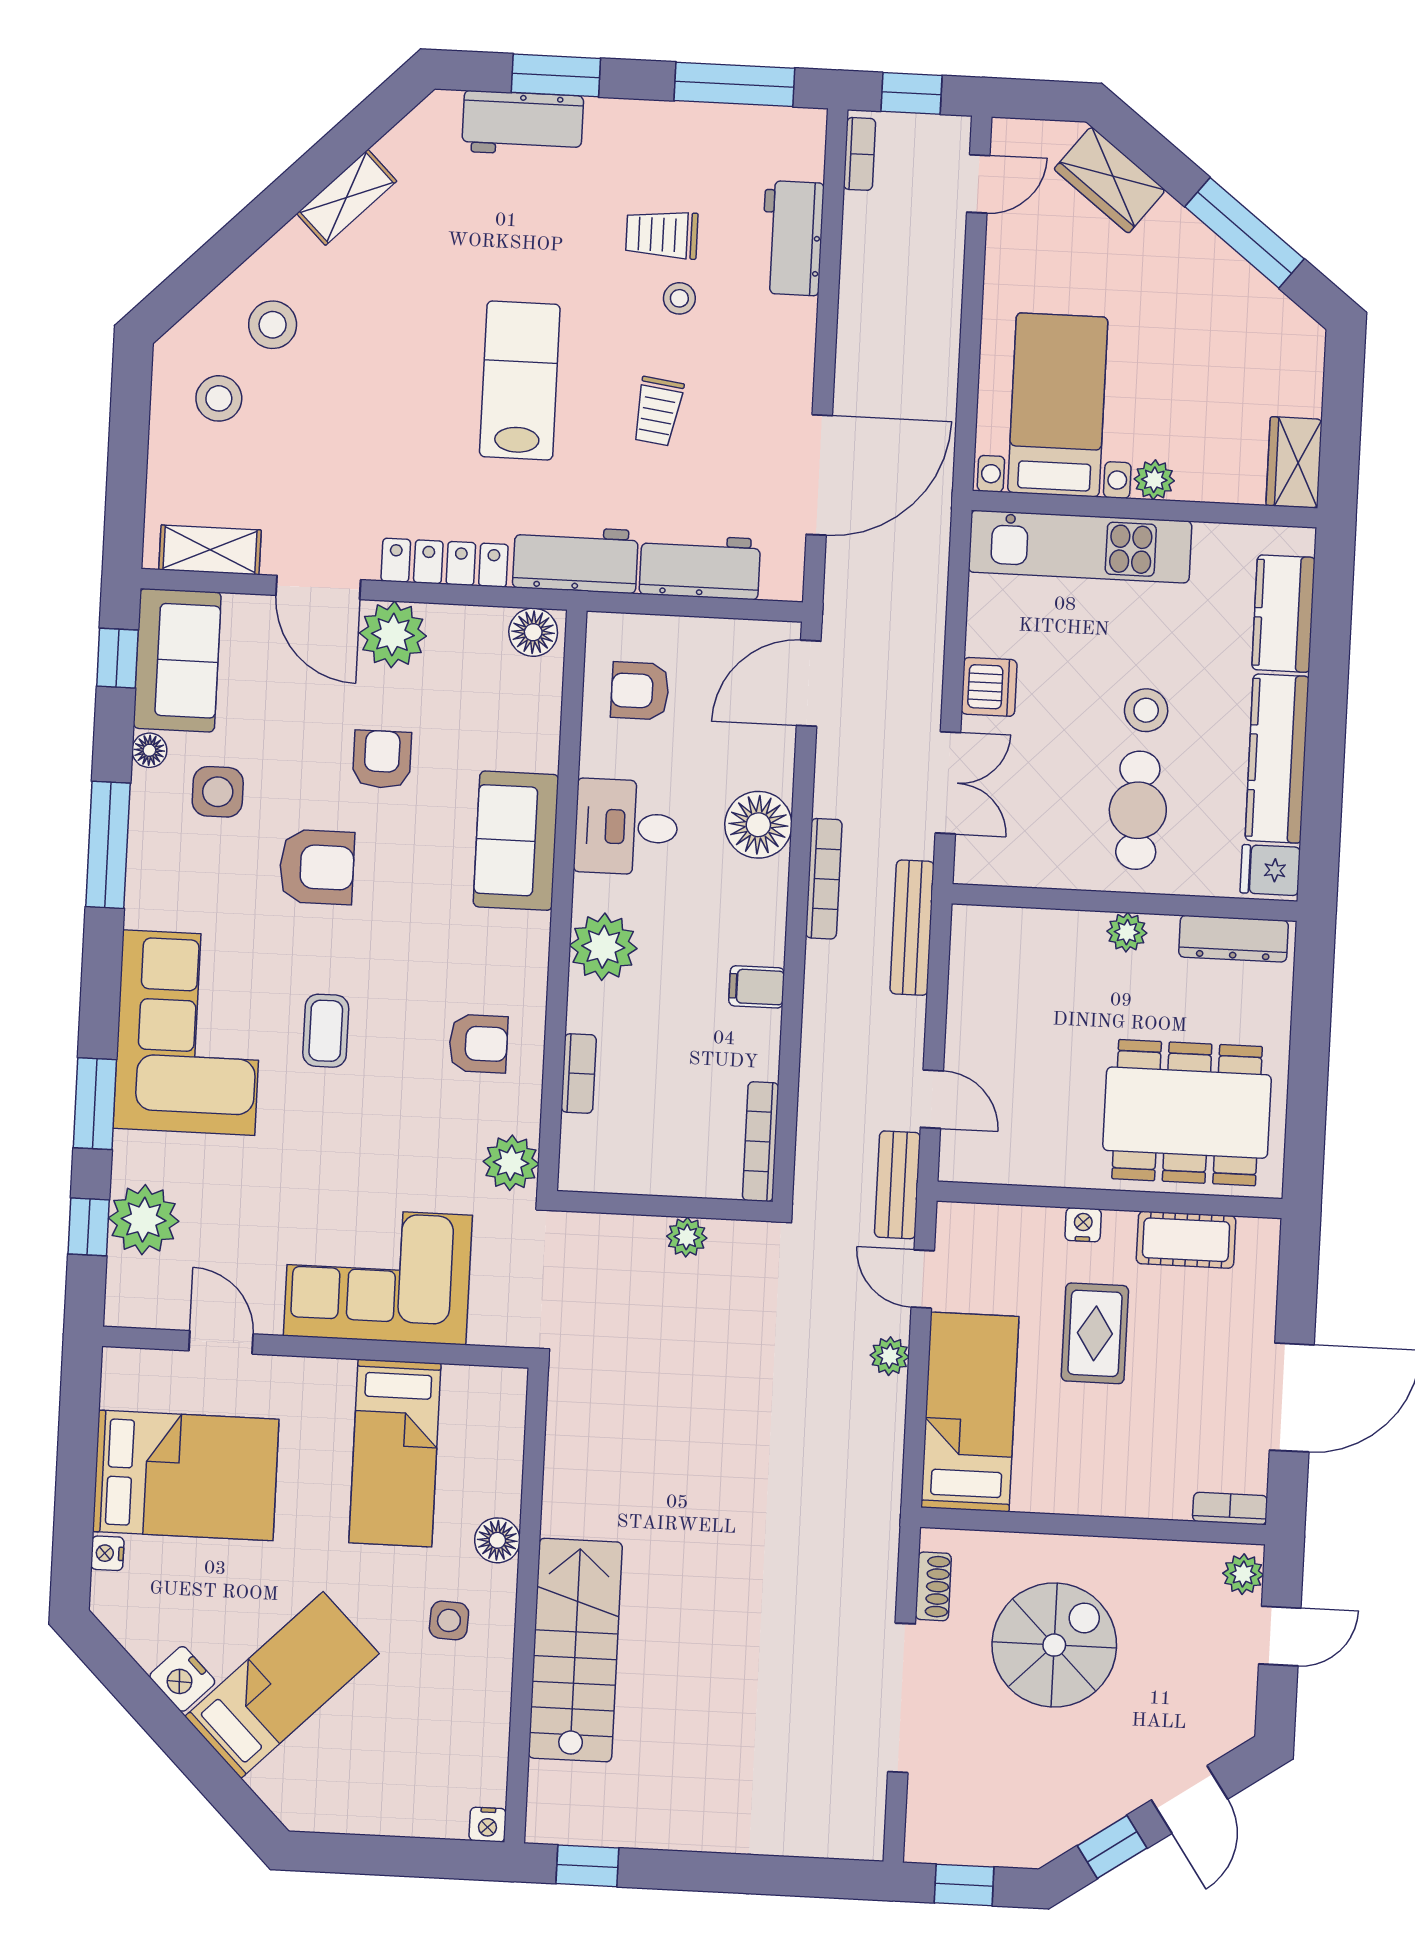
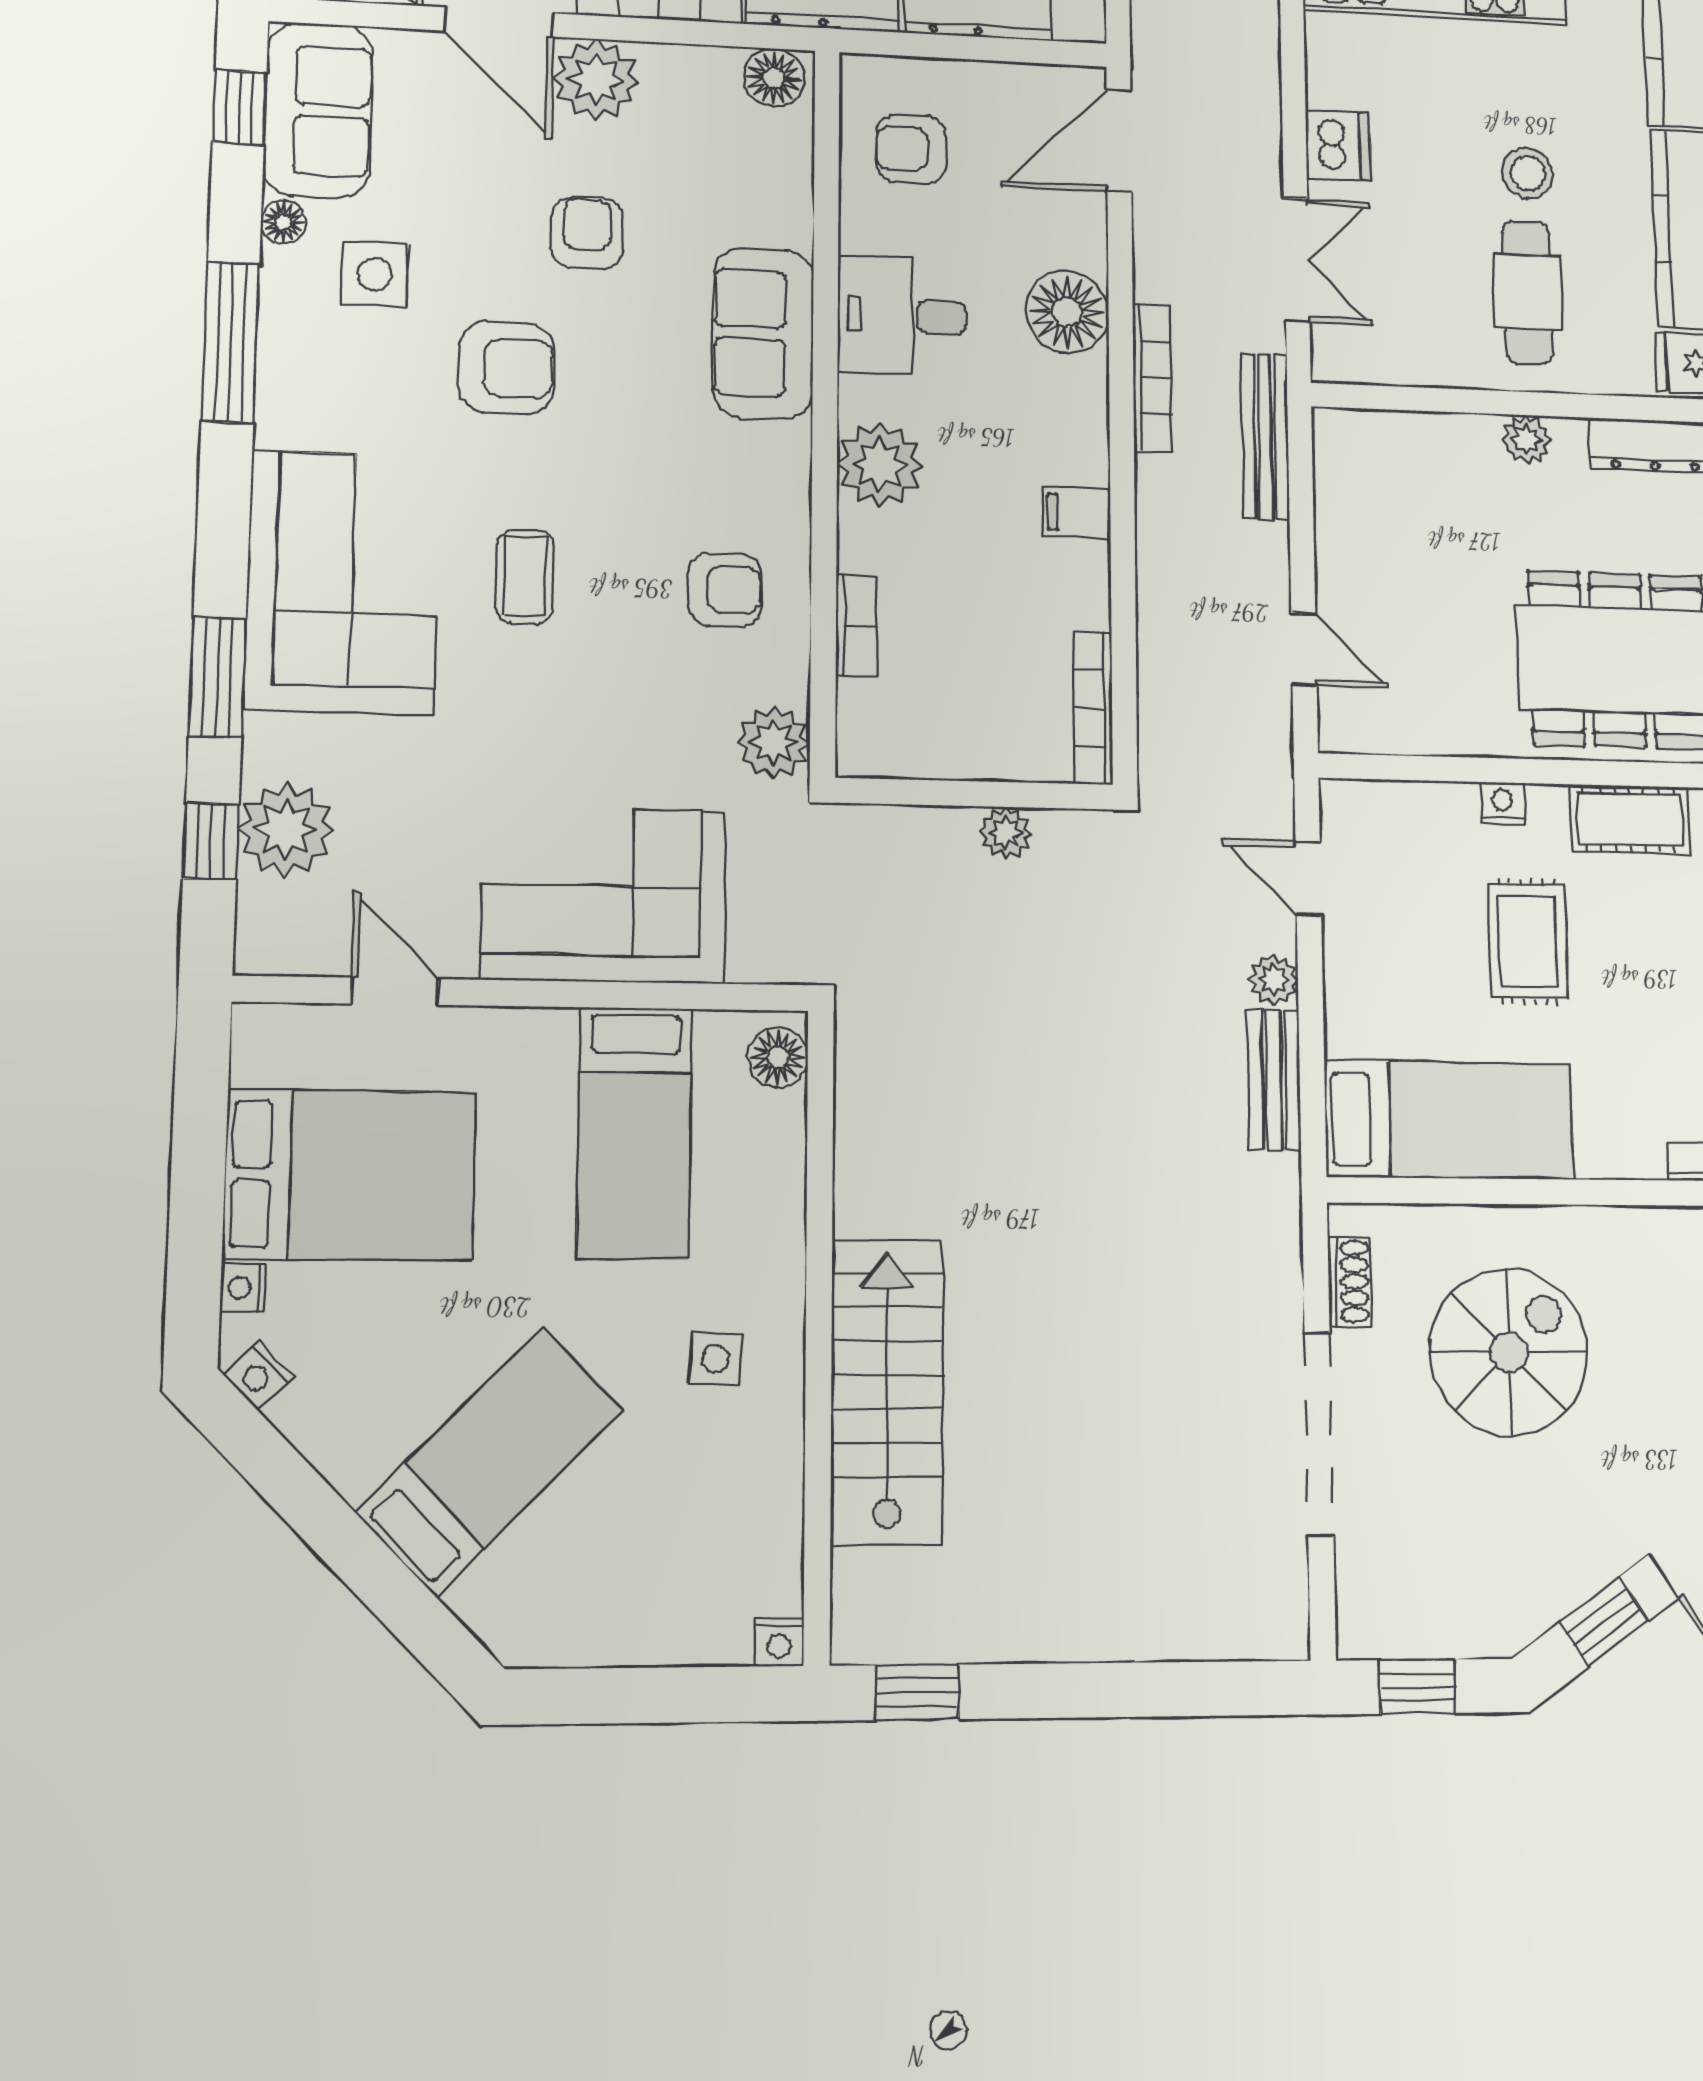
bench: (897, 1185) -> (1274, 1080), moved
bed: (970, 1412) -> (1449, 1120), moved, turned 90
floor lamp: (497, 1540) -> (778, 1057), moved
nightstand: (182, 1679) -> (258, 1376), moved, width x0.72, depth x0.74

